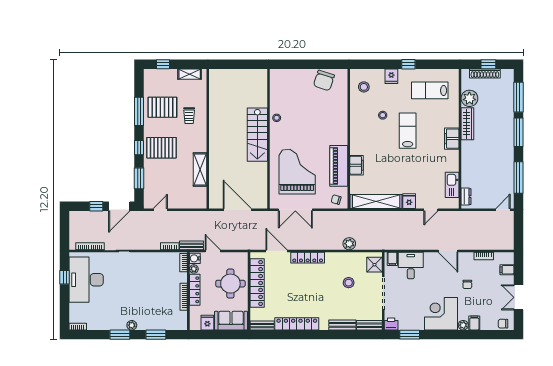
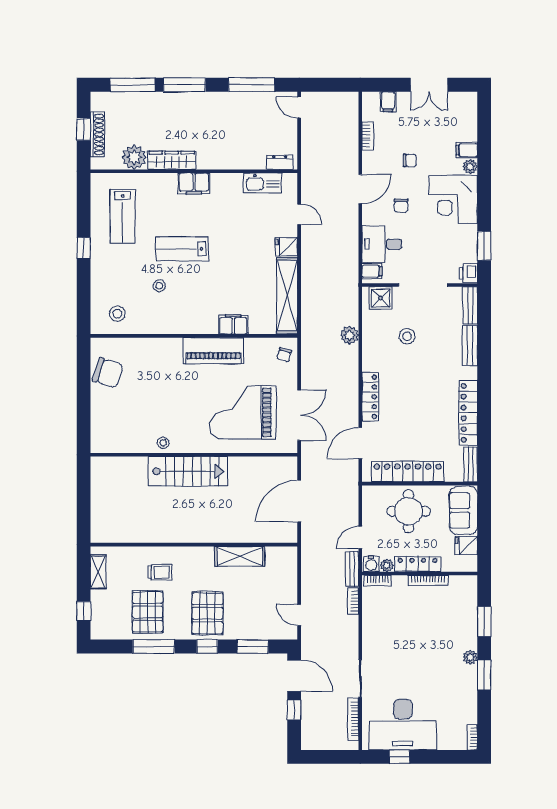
fridge: (391, 76) -> (102, 273), removed
piano: (339, 166) -> (213, 351), moved
chair: (503, 324) -> (401, 206), moved

